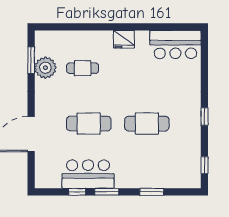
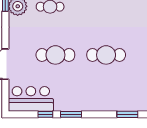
bar counter: (88, 174) -> (31, 99), moved
window: (152, 192) -> (127, 114), moved

